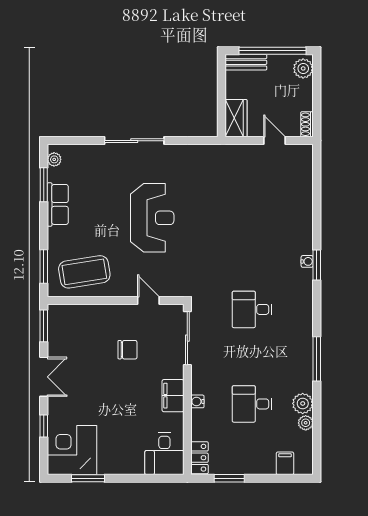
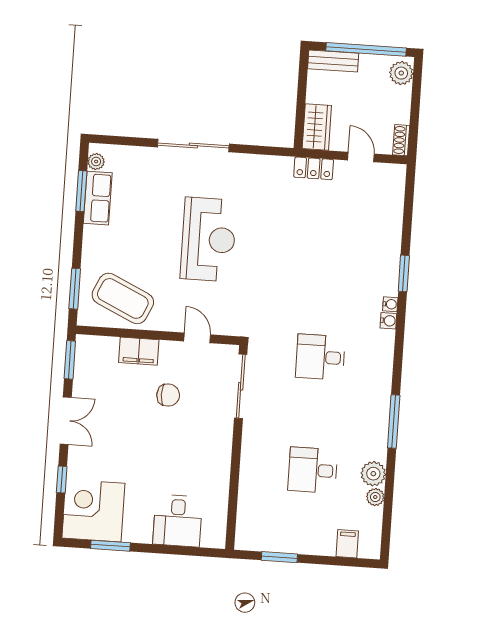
row of seats: (58, 204) -> (98, 198), moved
window: (317, 265) -> (404, 273), moved
coffee table: (84, 272) -> (123, 298), turned 34
filing cabinet: (173, 396) -> (139, 351), moved, turned -90
water cooler: (197, 401) -> (388, 321), moved, turned 180
desk: (164, 454) -> (178, 521), moved
locker: (200, 458) -> (314, 168), moved, turned 90

